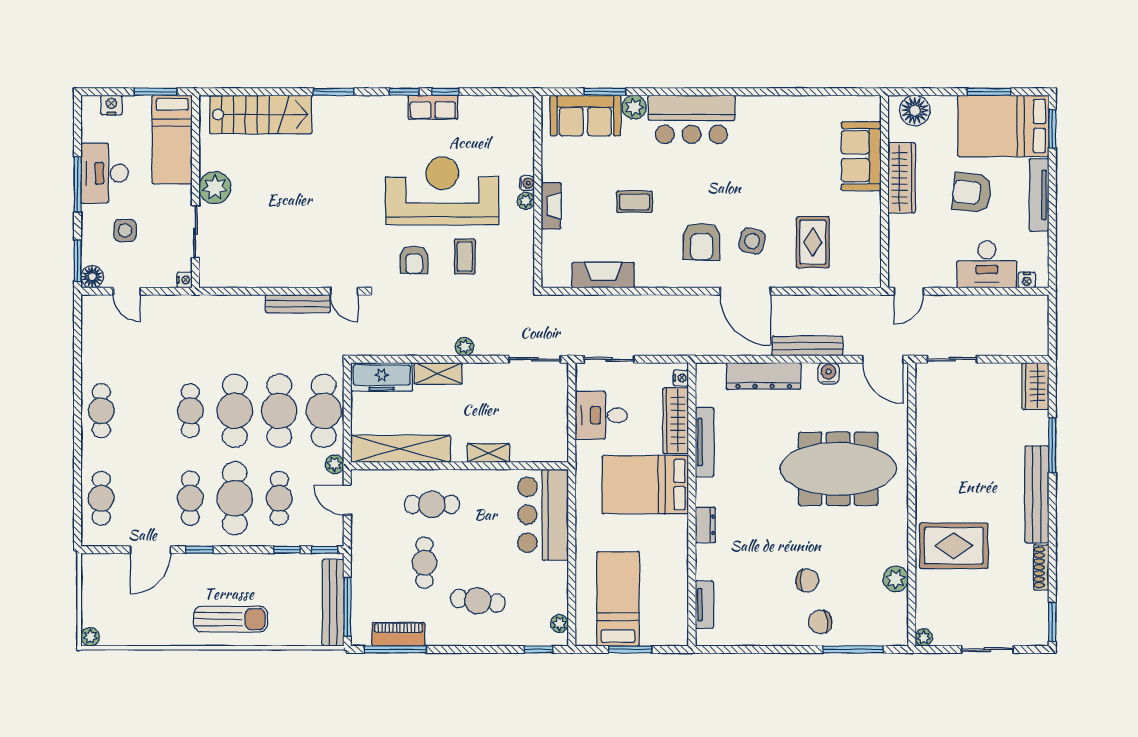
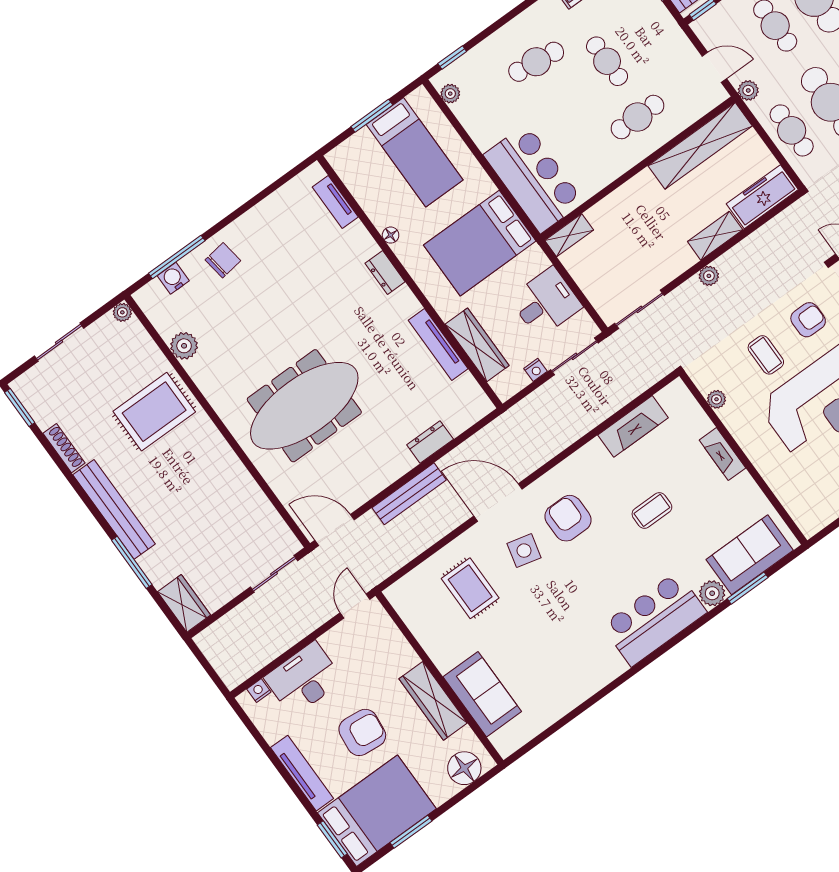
water cooler: (527, 183) -> (758, 459), removed
plant: (526, 201) -> (716, 399), moved
armchair: (414, 260) -> (808, 320), turned 90
water cooler: (829, 373) -> (173, 278), moved, turned 180
dresser: (764, 376) -> (430, 442), width x0.51, depth x0.80
nightstand: (681, 378) -> (535, 370), moved, turned -90
cafe table: (324, 411) -> (792, 130), width x0.73, depth x0.74
shelving: (488, 453) -> (569, 235), moved
bed: (645, 485) -> (480, 243), moved, turned 180
floor lamp: (681, 550) -> (391, 235), added
chair: (807, 580) -> (260, 289), removed

